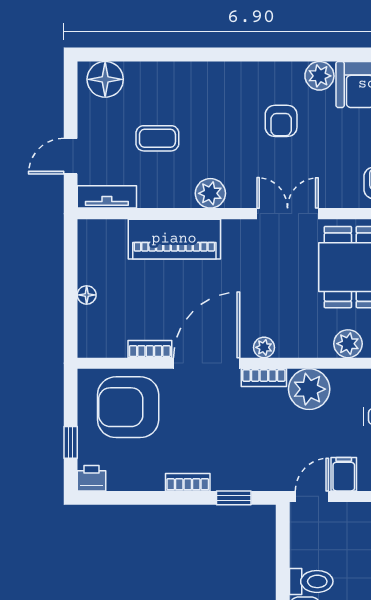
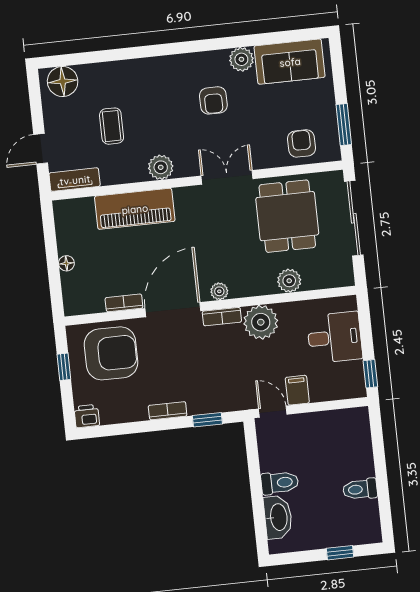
coffee table: (157, 138) -> (112, 126), turned 90
armchair: (128, 407) -> (111, 353), turned 180
window: (71, 442) -> (64, 367), moved
door: (312, 496) -> (273, 412), hinge flipped

